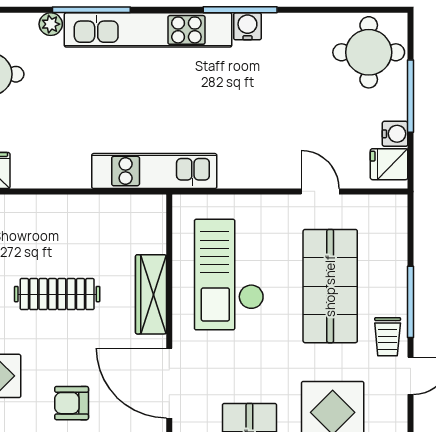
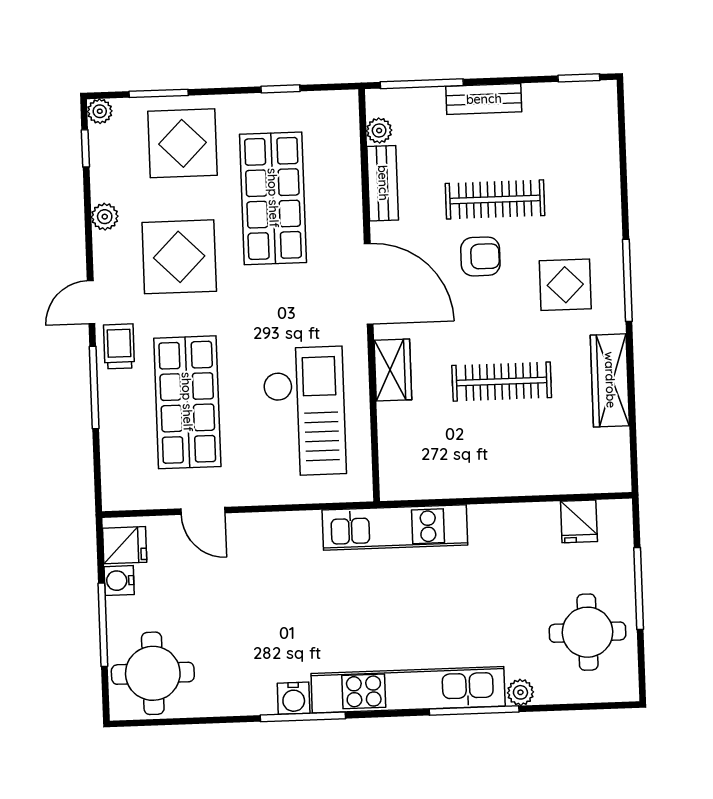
wardrobe: (151, 294) -> (393, 370), width x0.67

